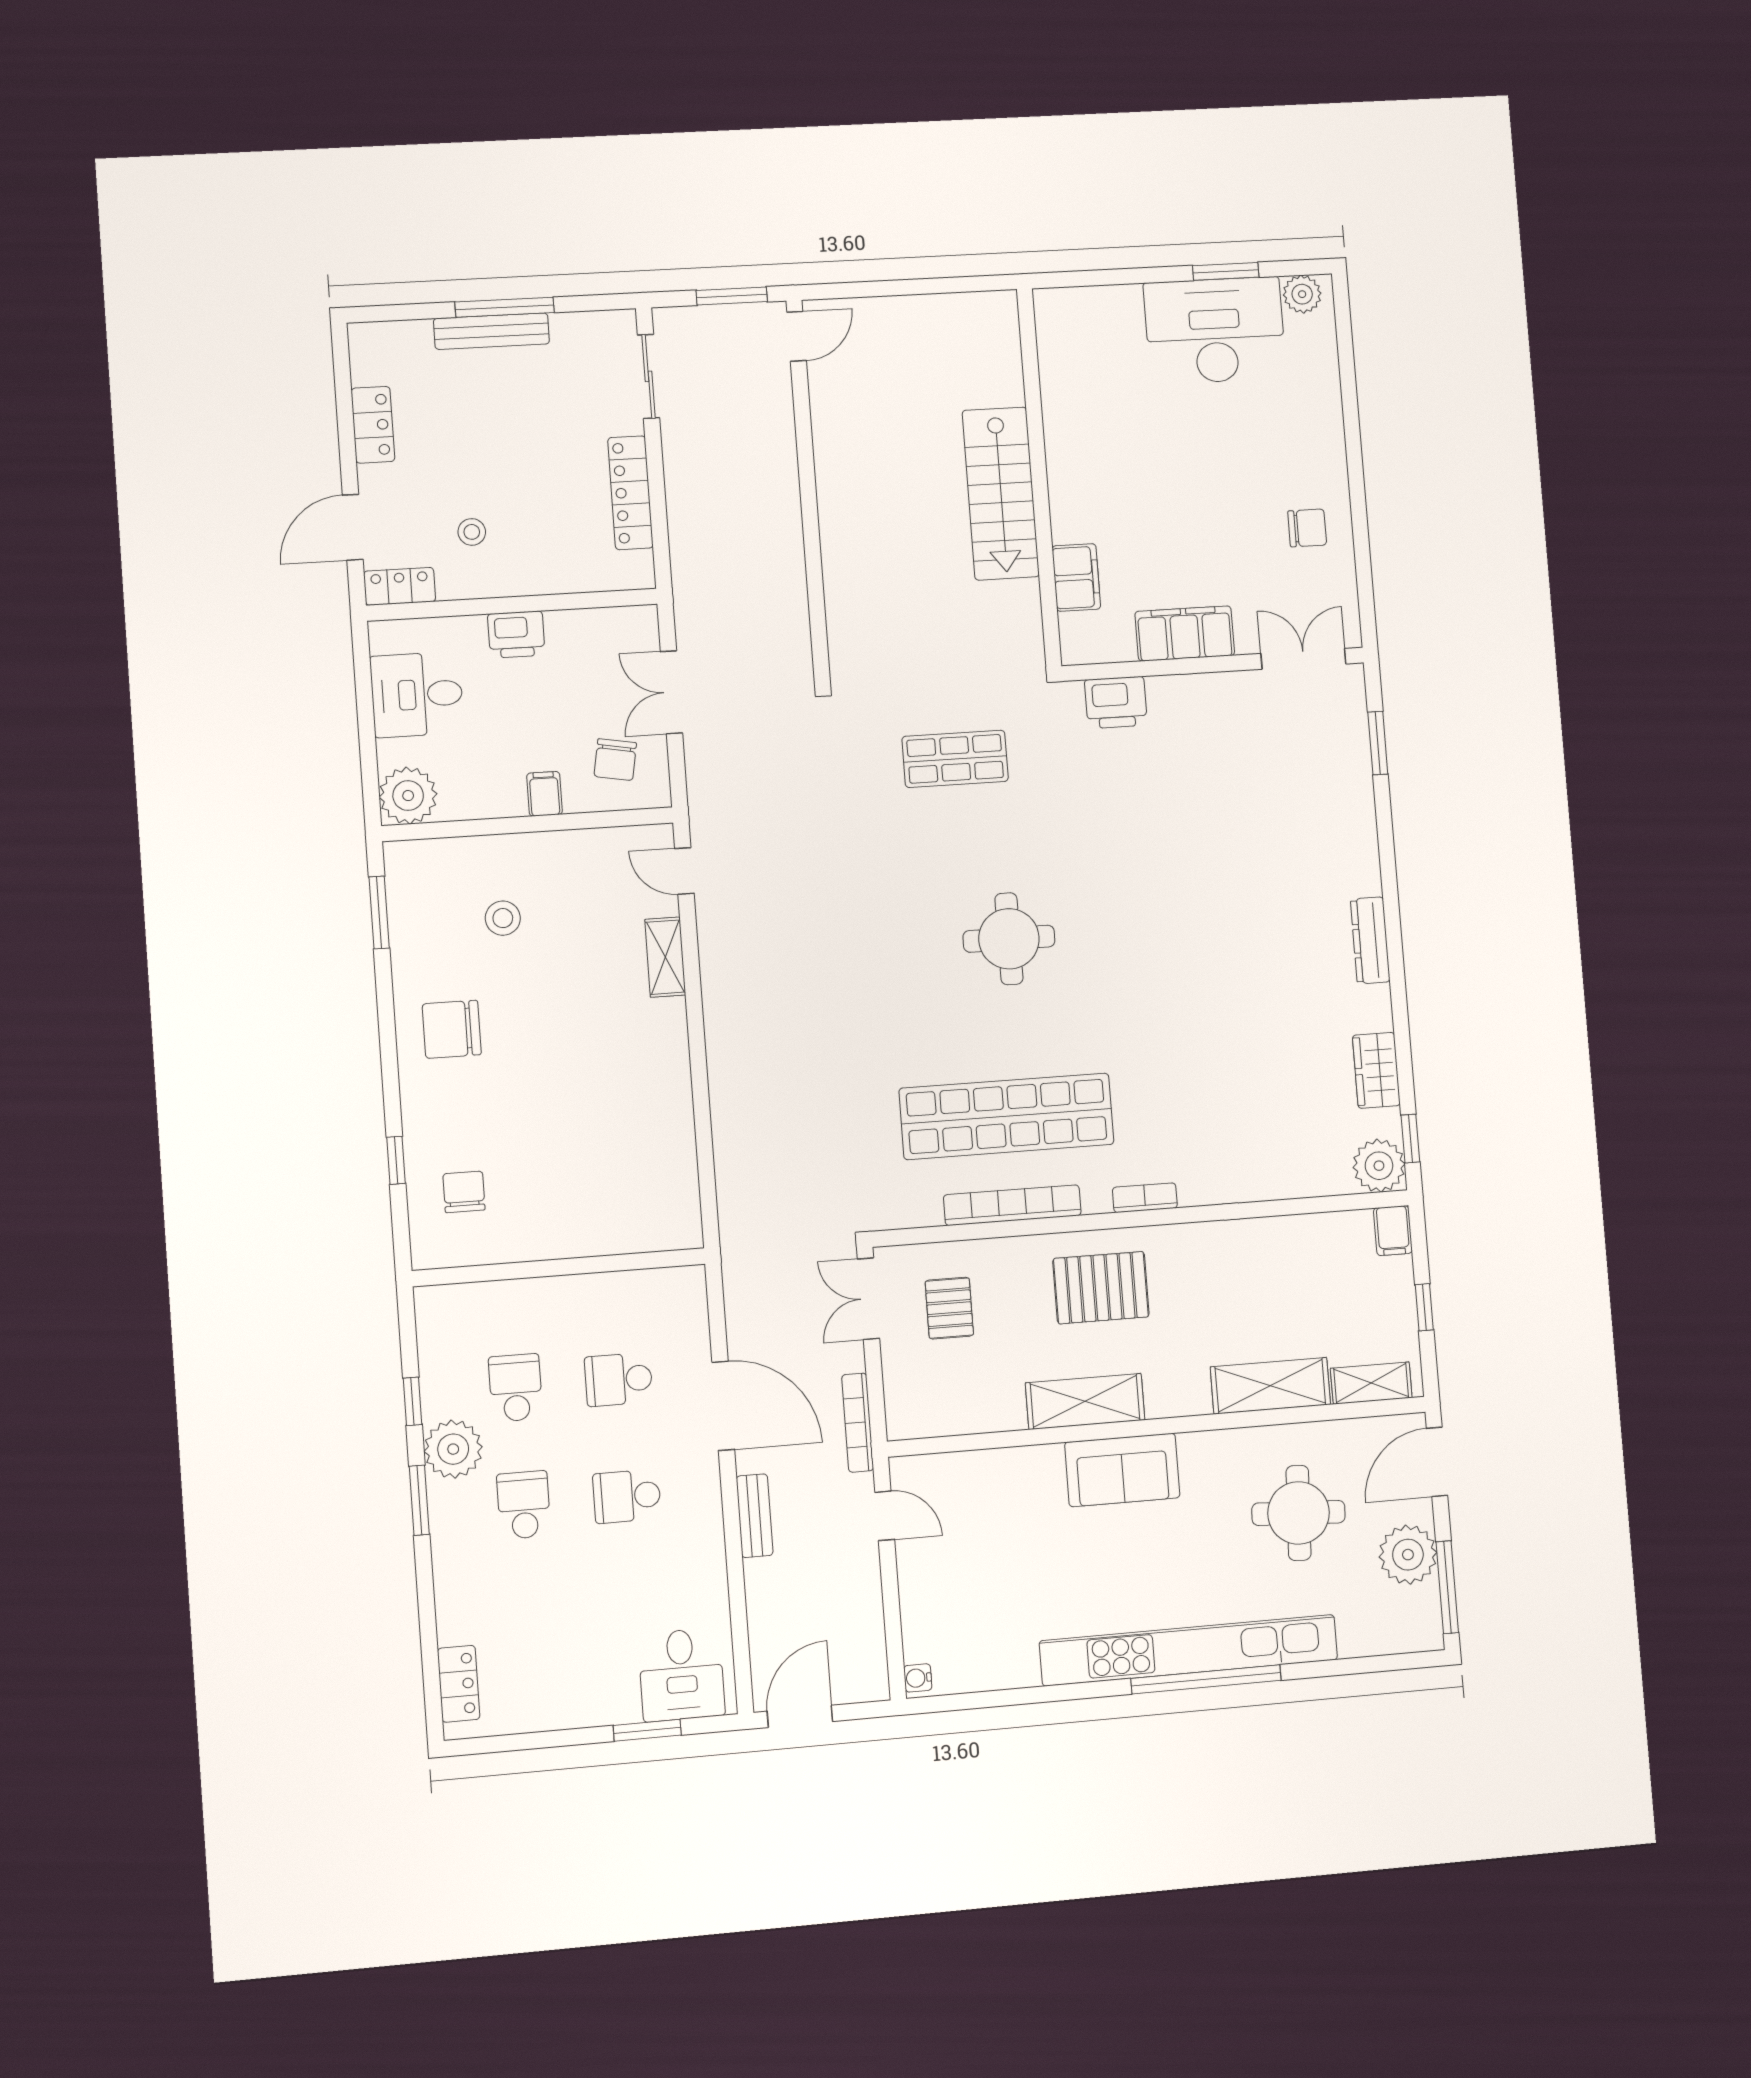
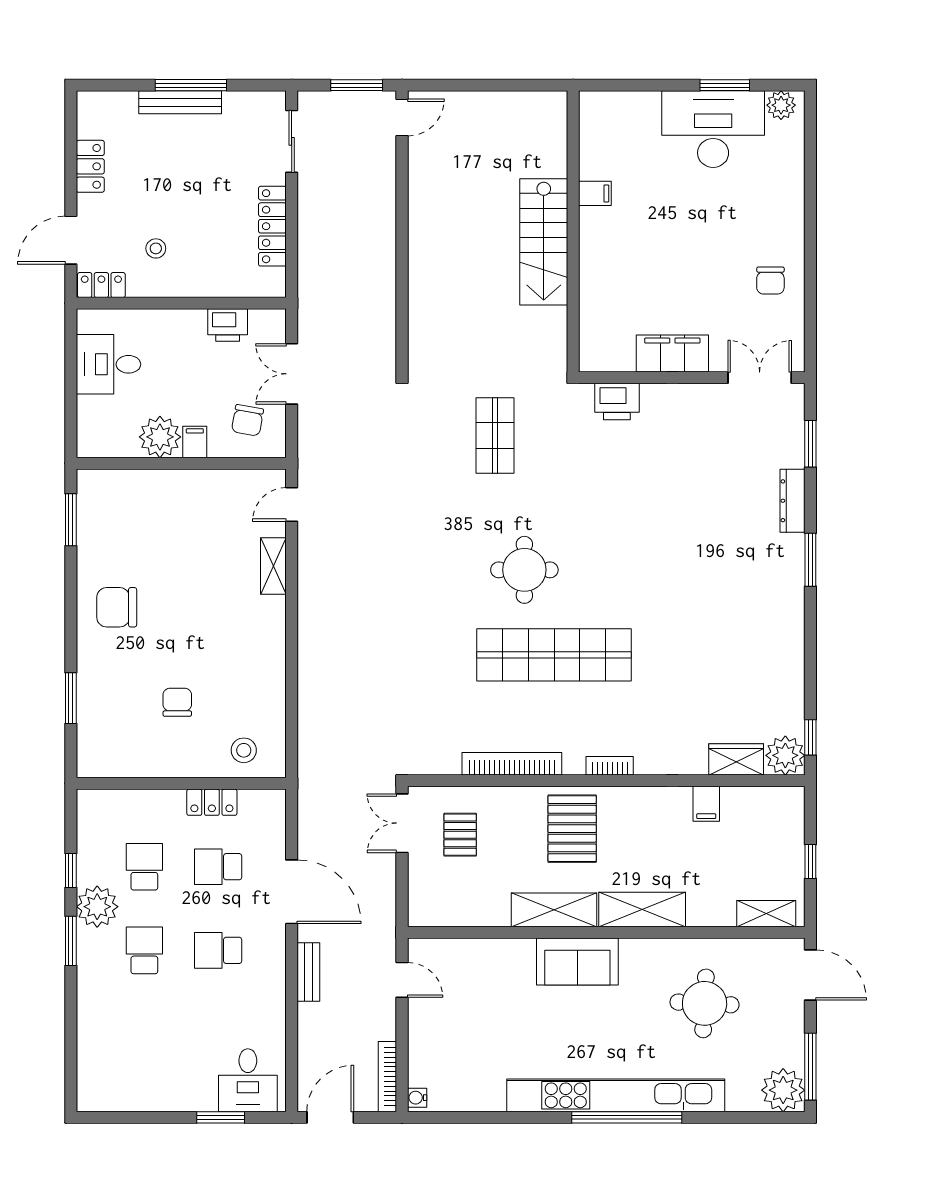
chair: (1307, 528) -> (770, 280), turned 90
filing cabinet: (1076, 577) -> (595, 193), moved, width x0.50
printer: (516, 635) -> (228, 325), moved
shop shelf: (955, 759) -> (495, 436), turned 90
plant: (408, 796) -> (160, 437), moved
door: (684, 871) -> (292, 505), hinge flipped
window: (1391, 899) -> (810, 560), added
stool: (503, 918) -> (244, 750), moved
dresser: (1370, 940) -> (793, 501), moved
wardrobe: (1376, 1070) -> (736, 759), moved, turned 90
shop shelf: (1007, 1116) -> (554, 655), moved
window: (396, 1160) -> (71, 698), width x1.50
chair: (464, 1192) -> (177, 702), moved
filing cabinet: (1393, 1231) -> (706, 804), moved
pallet: (1101, 1288) -> (572, 829), turned 90
shelving: (1270, 1386) -> (642, 910), moved
bookcase: (858, 1423) -> (387, 1077), moved
door: (1437, 1462) -> (810, 975), swing flipped
plant: (1408, 1555) -> (783, 1090), moved
locker: (459, 1684) -> (212, 802), moved, turned 90

